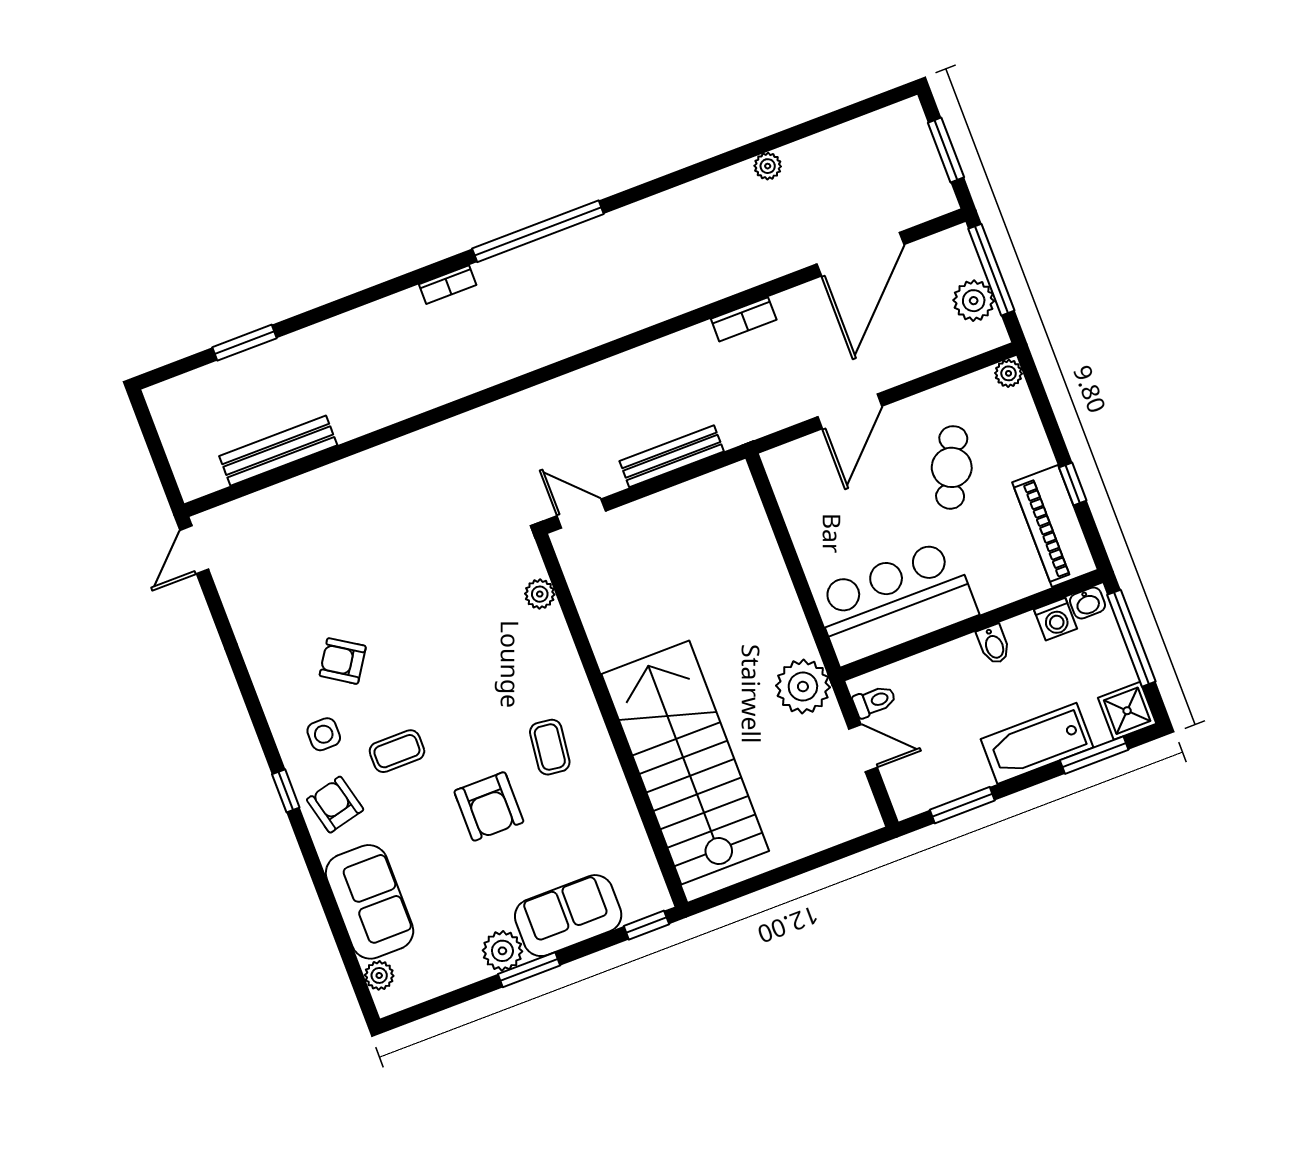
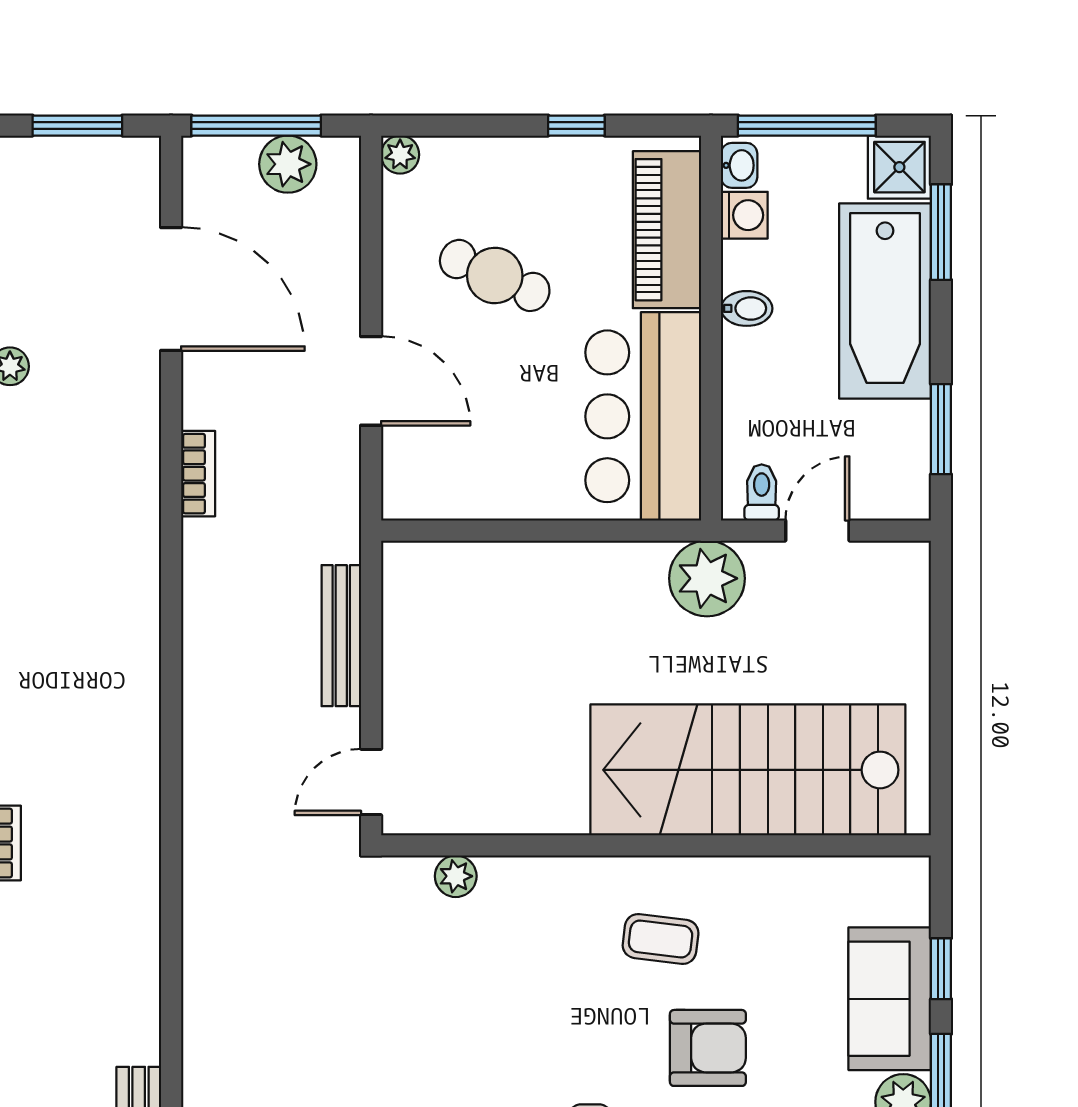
piano: (1055, 526) -> (667, 230), moved, turned 90
bathtub: (1037, 743) -> (885, 301), width x1.36, depth x1.36
window: (646, 925) -> (941, 969), moved

